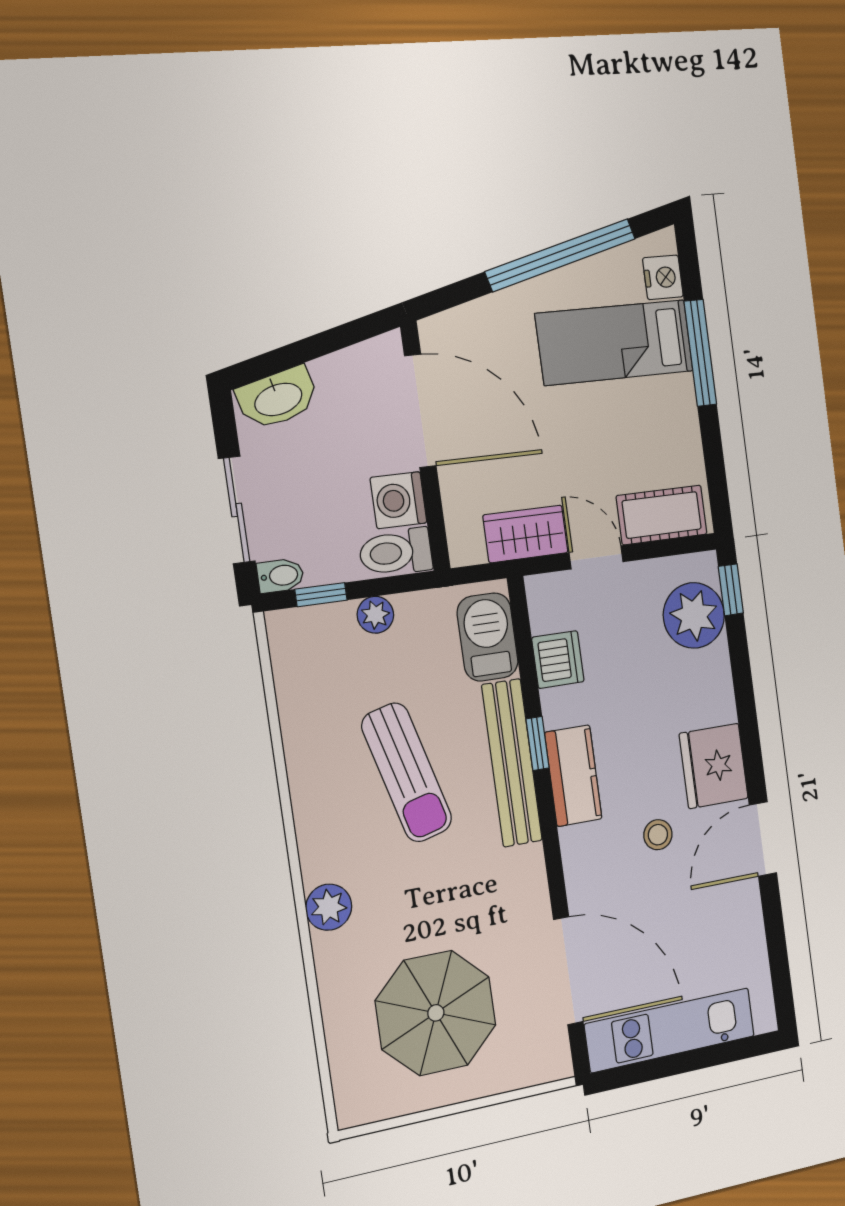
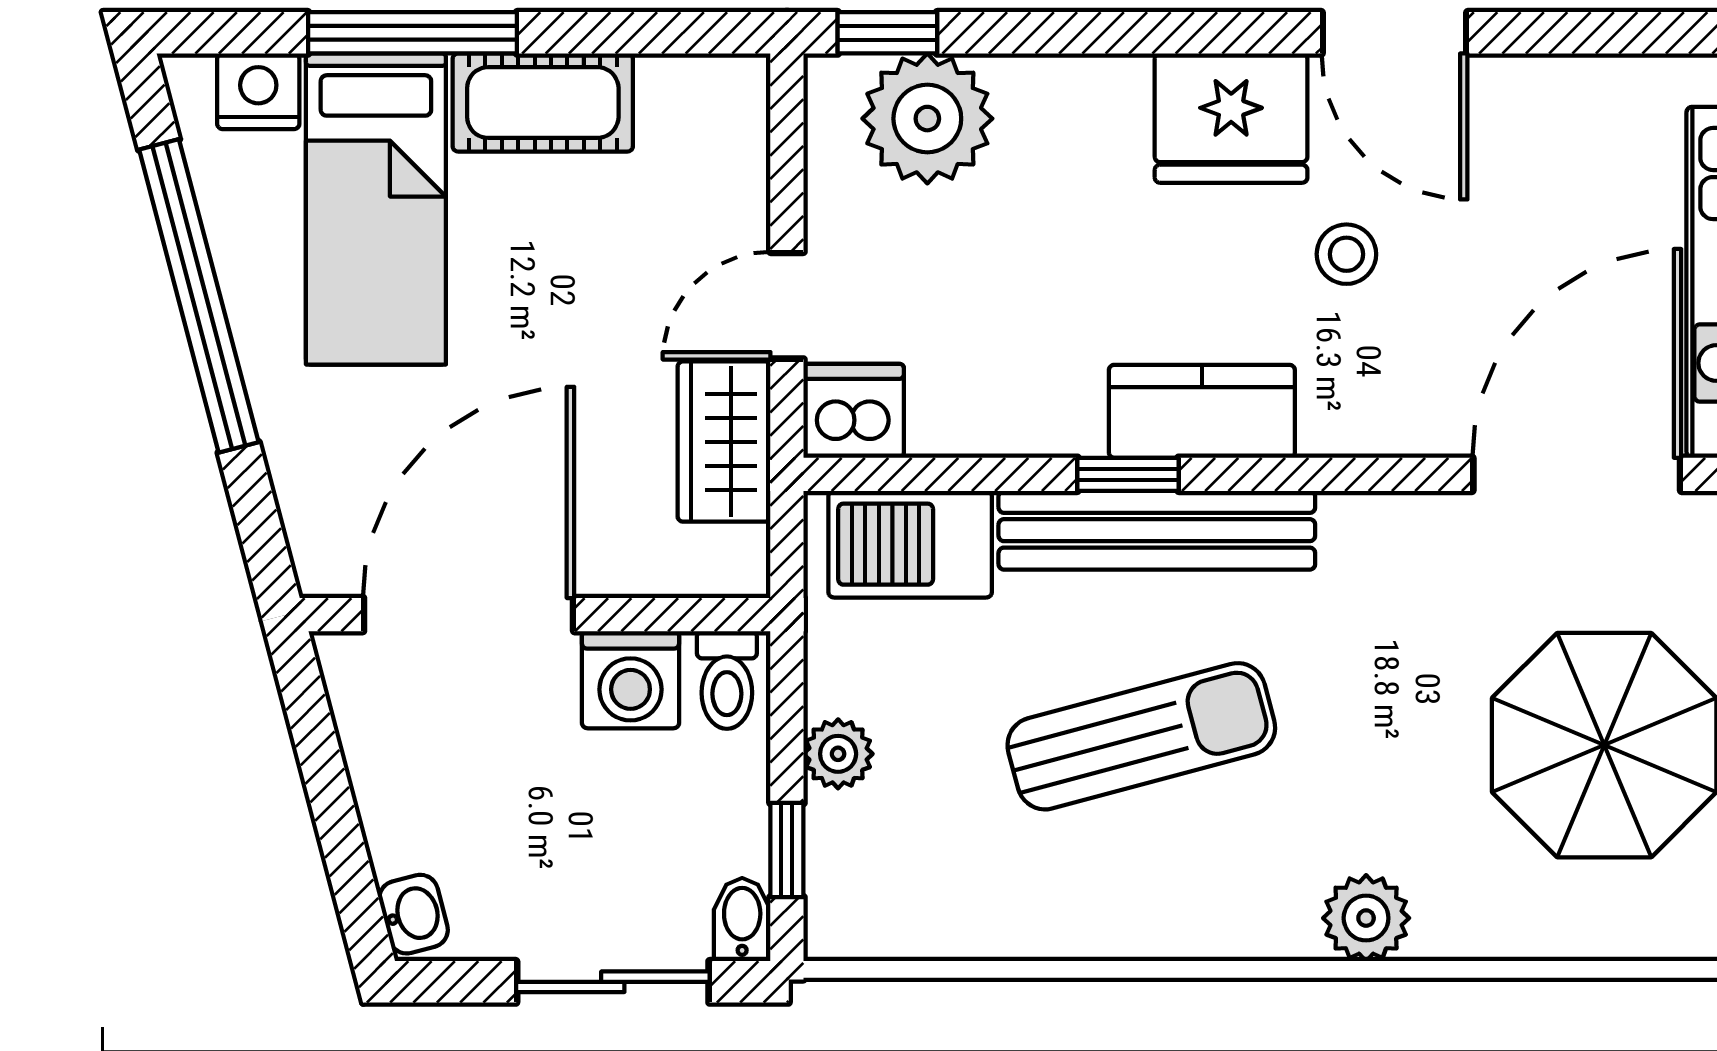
washbasin: (278, 398) -> (414, 914), width x0.52, depth x0.69
cot: (662, 515) -> (543, 103), moved, turned 90
toilet: (396, 552) -> (727, 680), width x0.73, depth x0.72
dishwasher: (558, 660) -> (854, 411), moved

